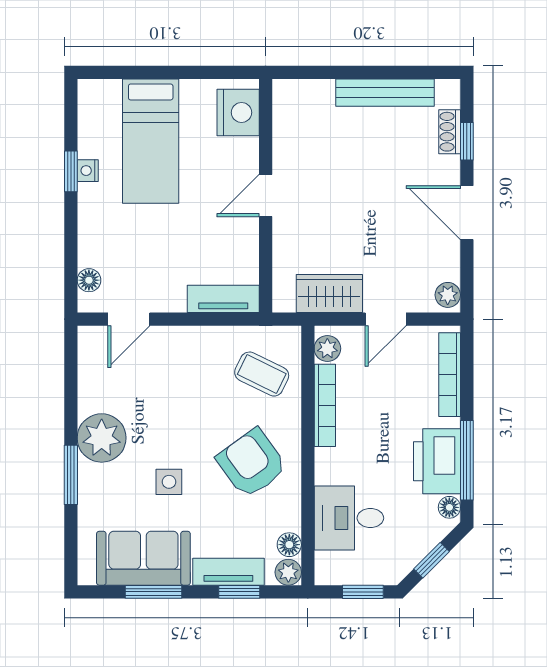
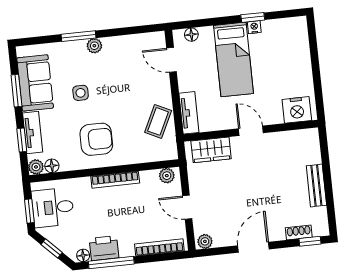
bench: (385, 93) -> (316, 185), width x0.73
bed: (151, 141) -> (234, 59), moved, turned -90
window: (467, 141) -> (310, 241), moved
wardrobe: (329, 293) -> (211, 150), moved, turned 90
coffee table: (262, 374) -> (158, 121), moved
bookcase: (325, 405) -> (115, 180), moved
plant: (102, 438) -> (94, 46), width x0.53, depth x0.53
printer: (437, 461) -> (104, 248), width x0.73, depth x0.84
armchair: (252, 463) -> (96, 139), turned 36
desk: (349, 518) -> (53, 207), moved, turned -90

